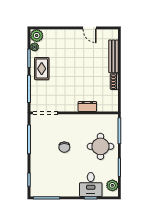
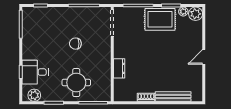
door: (90, 28) -> (204, 57), moved
rug: (42, 69) -> (160, 19), width x1.36, depth x1.43

